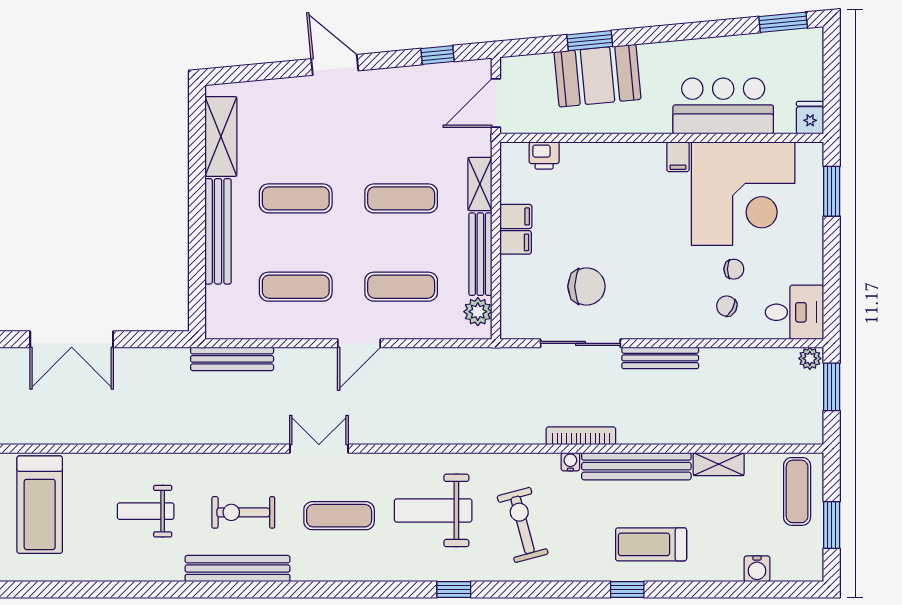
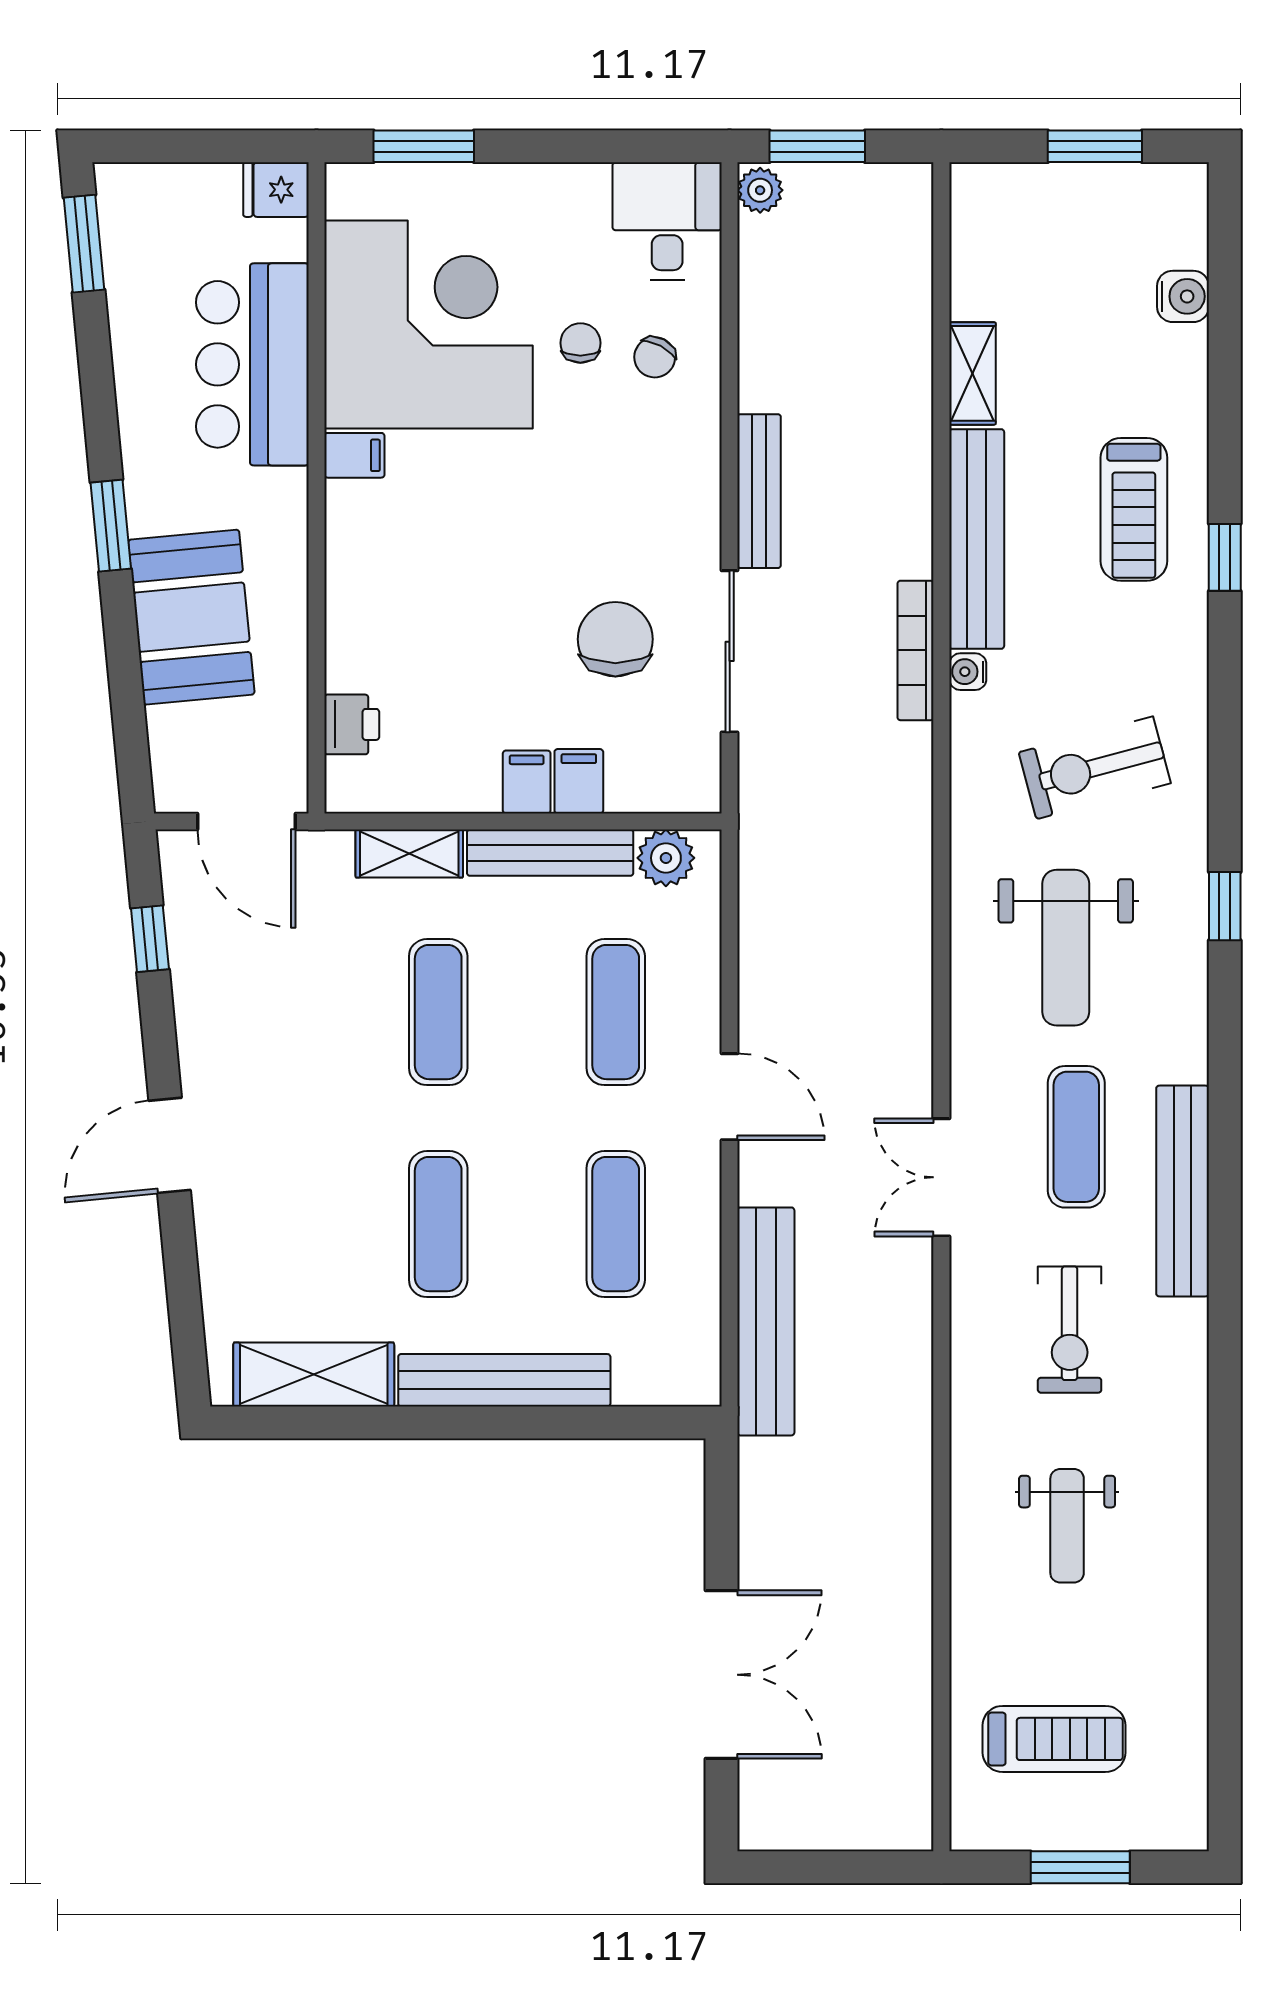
window: (590, 41) -> (111, 526), moved
filing cabinet: (516, 216) -> (579, 781), moved
bench: (232, 359) -> (766, 1321), width x1.37, depth x1.21
exercise mat: (797, 491) -> (1027, 216), removed
treadmill: (40, 505) -> (1054, 1739), width x0.73, depth x0.73
bench: (237, 569) -> (1183, 1191), moved

